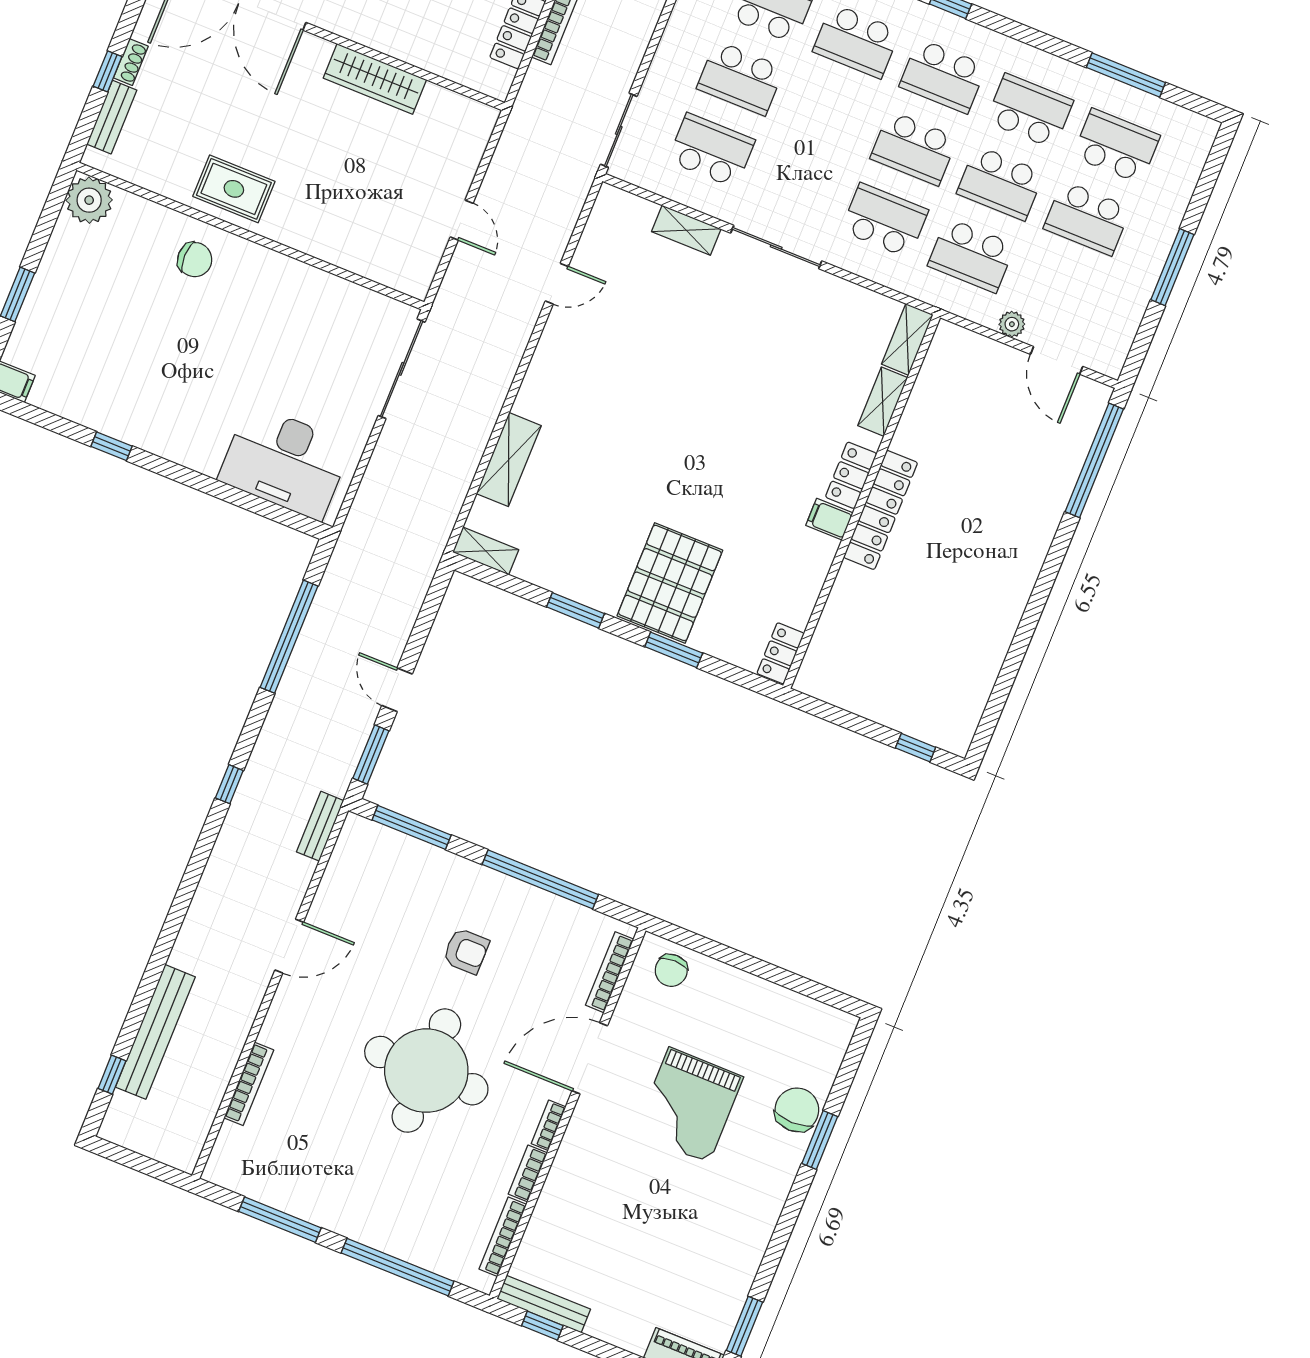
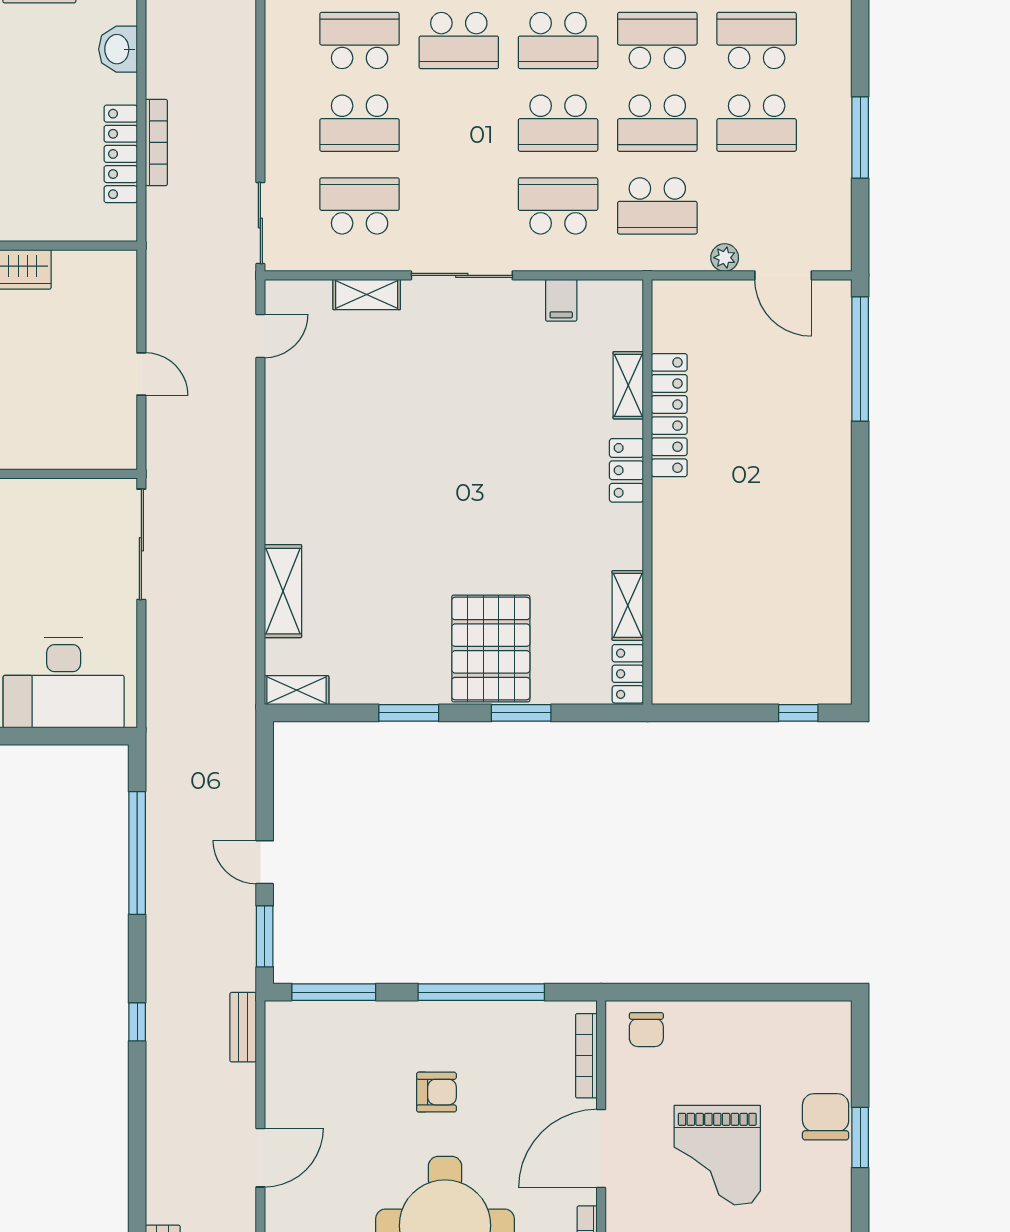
door: (557, 284) -> (260, 336), moved
shelving: (907, 339) -> (628, 605), moved
locker: (881, 510) -> (669, 415), moved
filing cabinet: (829, 519) -> (561, 300), moved, turned -90

